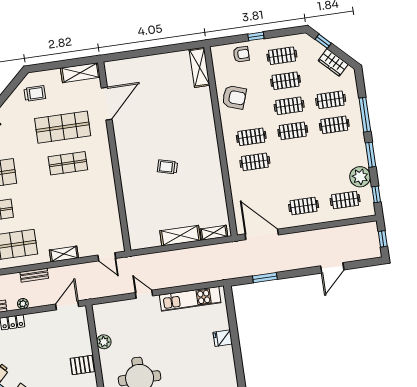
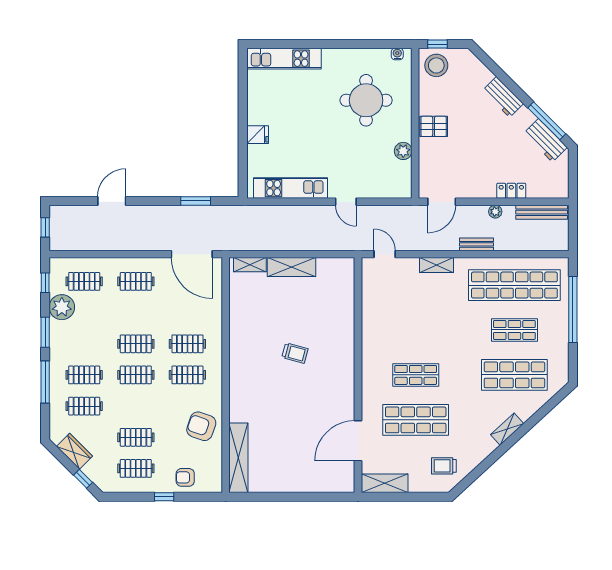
shelving: (199, 67) -> (238, 458), width x1.47
clothes rail: (289, 106) -> (136, 344), moved

